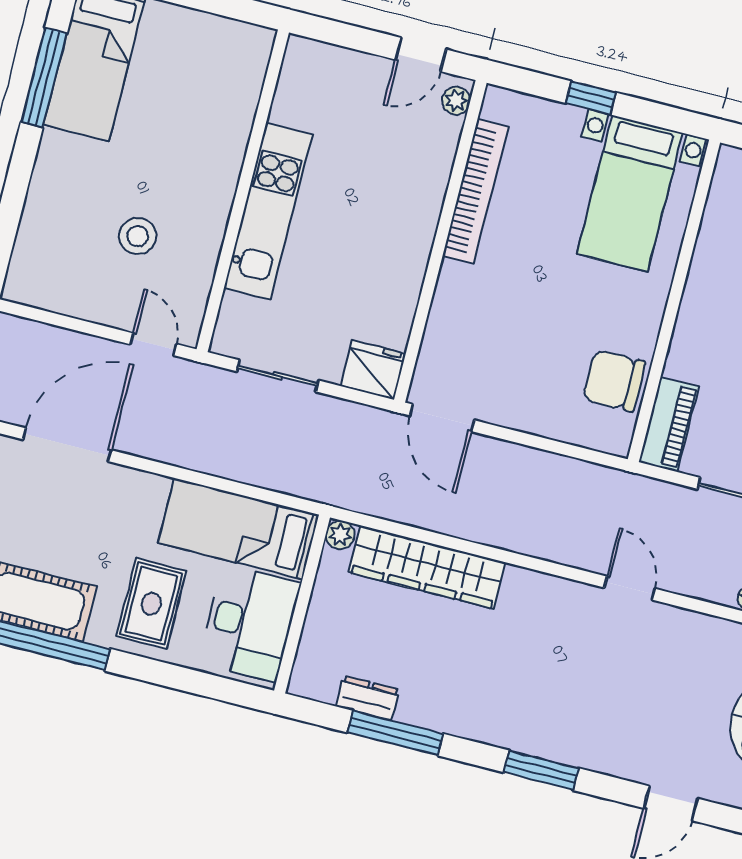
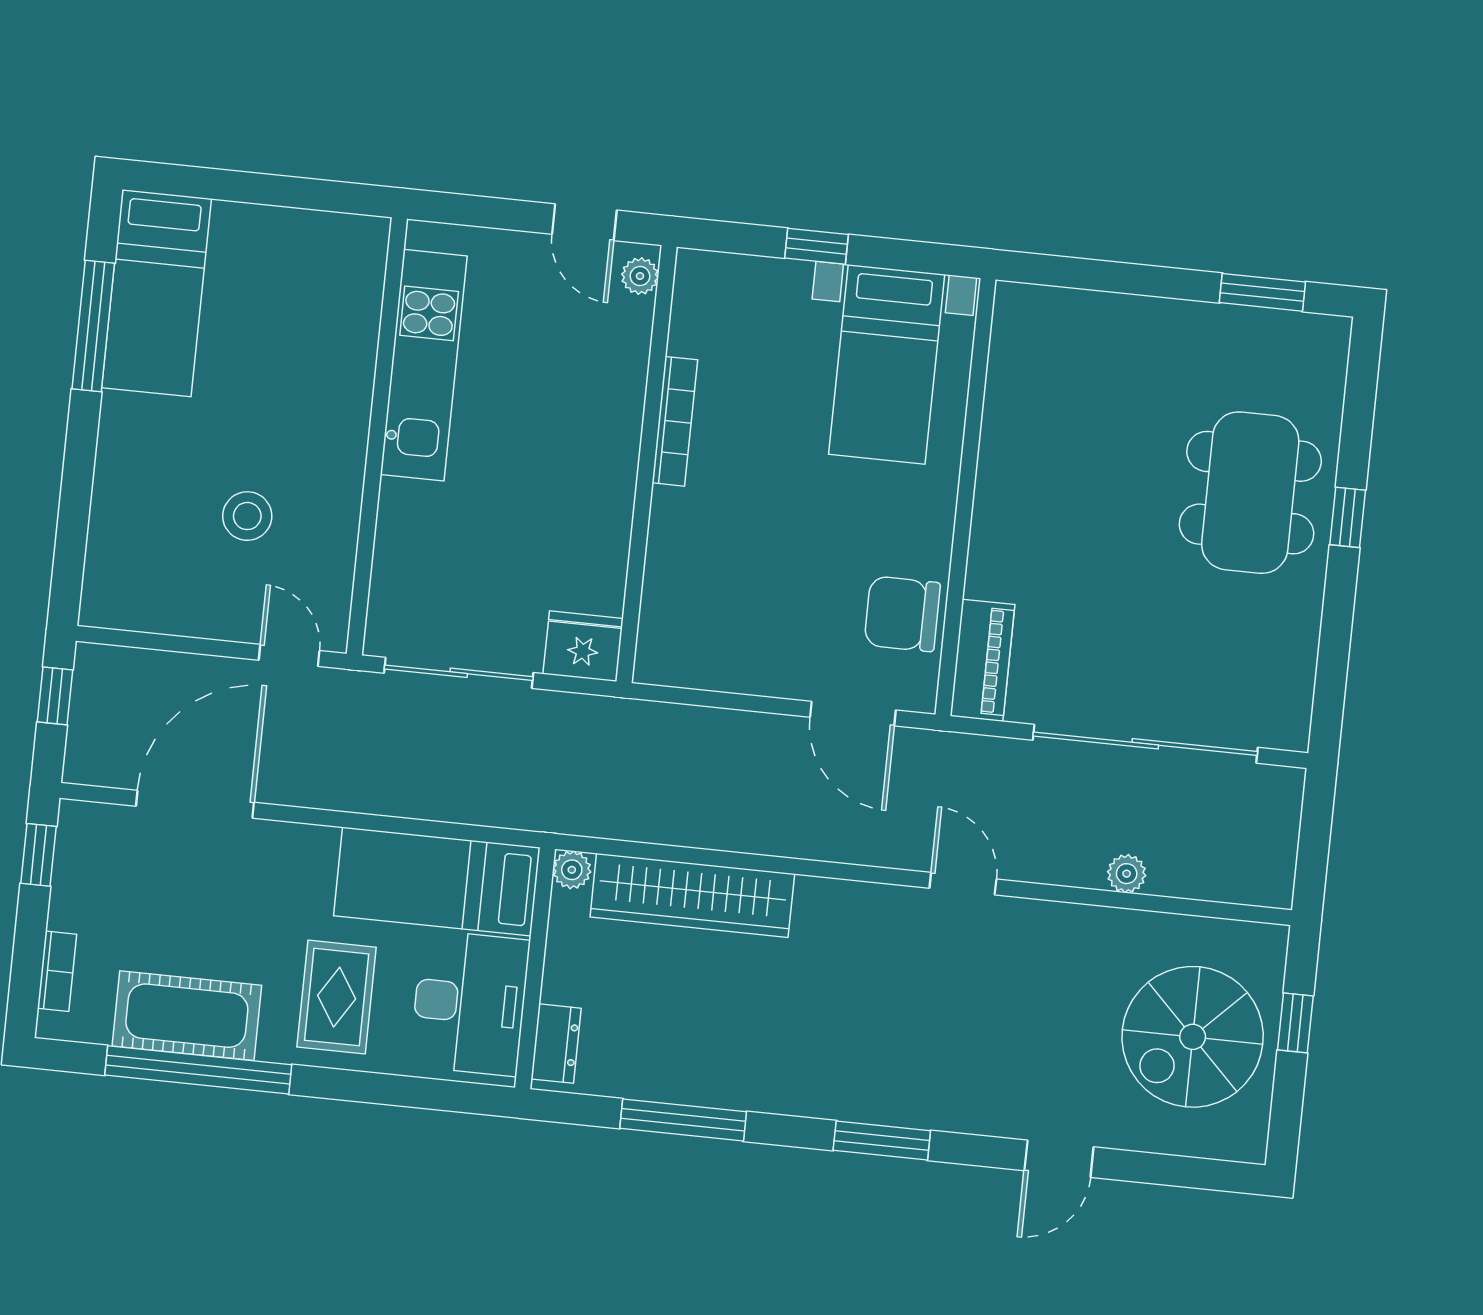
door: (421, 55) -> (584, 222), hinge flipped
bookcase: (475, 191) -> (675, 421), width x0.68, depth x0.76
kitchen unit: (268, 211) -> (424, 365), moved
sliding door: (278, 376) -> (459, 673), width x1.37
door: (442, 418) -> (853, 714), moved
dresser: (368, 698) -> (556, 1044), moved, turned 90

